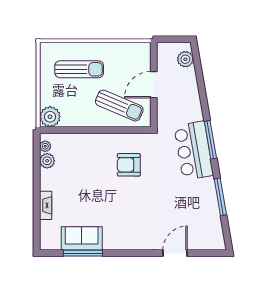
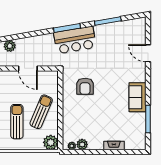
sun lounger: (119, 106) -> (41, 112), moved
sofa: (82, 238) -> (137, 97), moved

